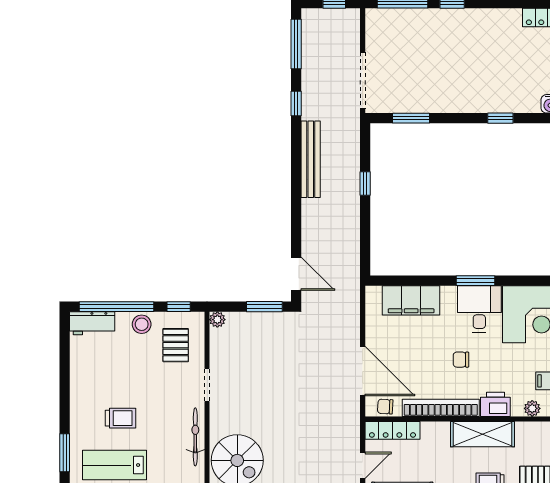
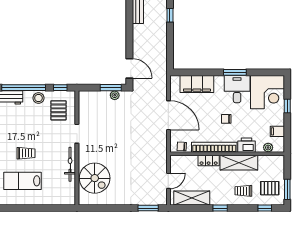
plant: (217, 320) -> (115, 95), moved
door: (363, 371) -> (168, 115), moved
locker: (392, 430) -> (209, 160), moved, width x0.66

